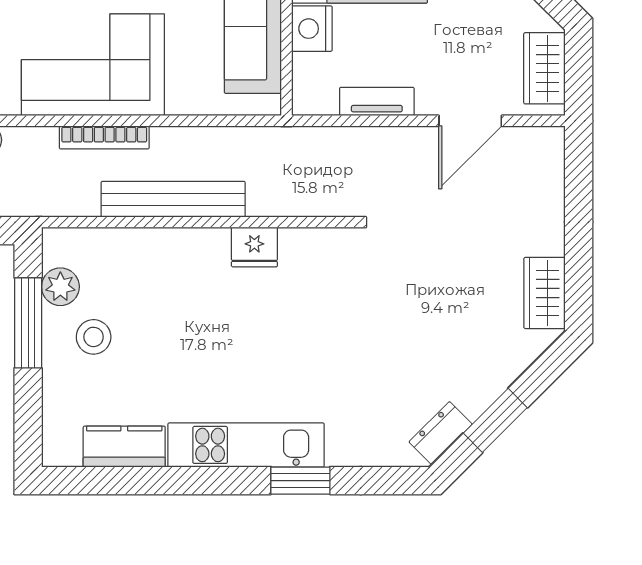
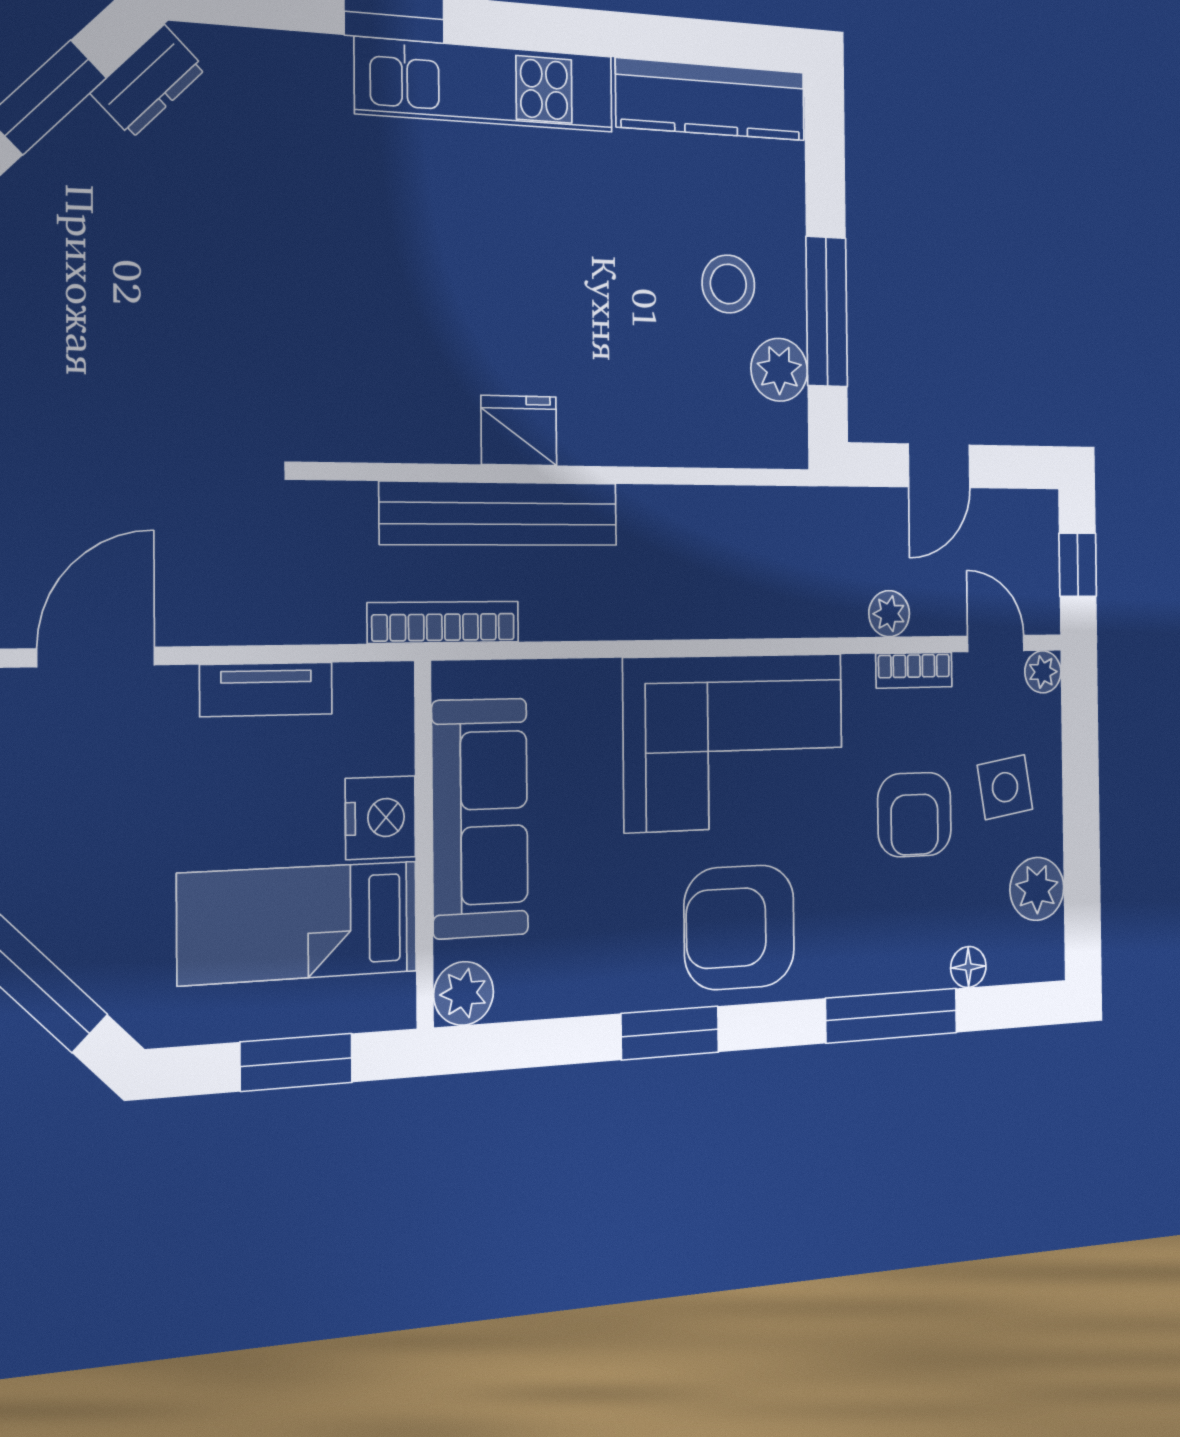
bookcase: (104, 137) -> (443, 622), moved
bench: (173, 199) -> (500, 514), moved
fridge: (254, 247) -> (519, 431), moved
kitchen counter: (124, 447) -> (711, 99), width x1.50

